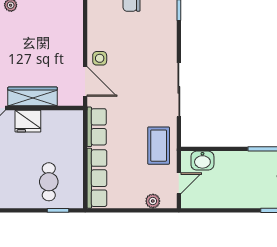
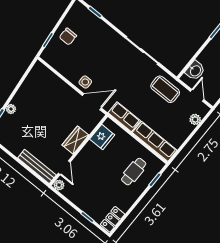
wardrobe: (33, 96) -> (75, 140), width x0.67
fridge: (28, 121) -> (102, 137), moved
cafe table: (49, 182) -> (134, 172), turned 90

